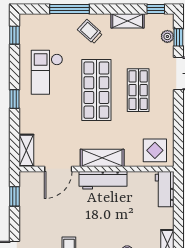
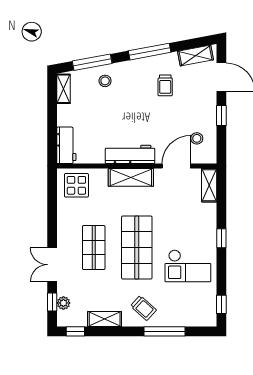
checkout: (47, 72) -> (188, 266), turned 90
window: (14, 196) -> (221, 116), moved
stool: (38, 196) -> (197, 138), added

